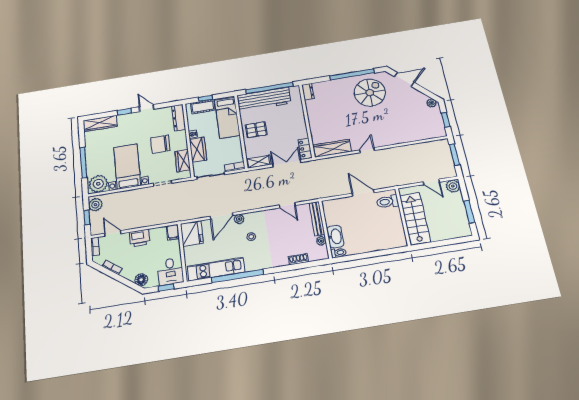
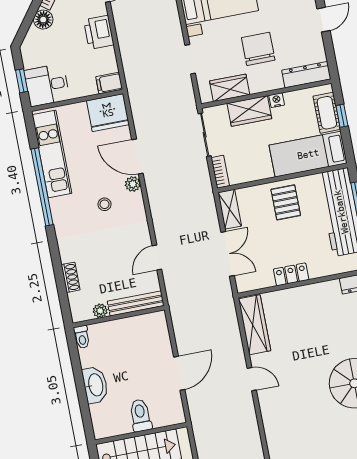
locker: (305, 149) -> (291, 274), moved
toilet: (388, 202) -> (140, 415), moved
washbasin: (335, 237) -> (95, 385), moved, turned -90
floor lamp: (141, 280) -> (43, 20), moved

